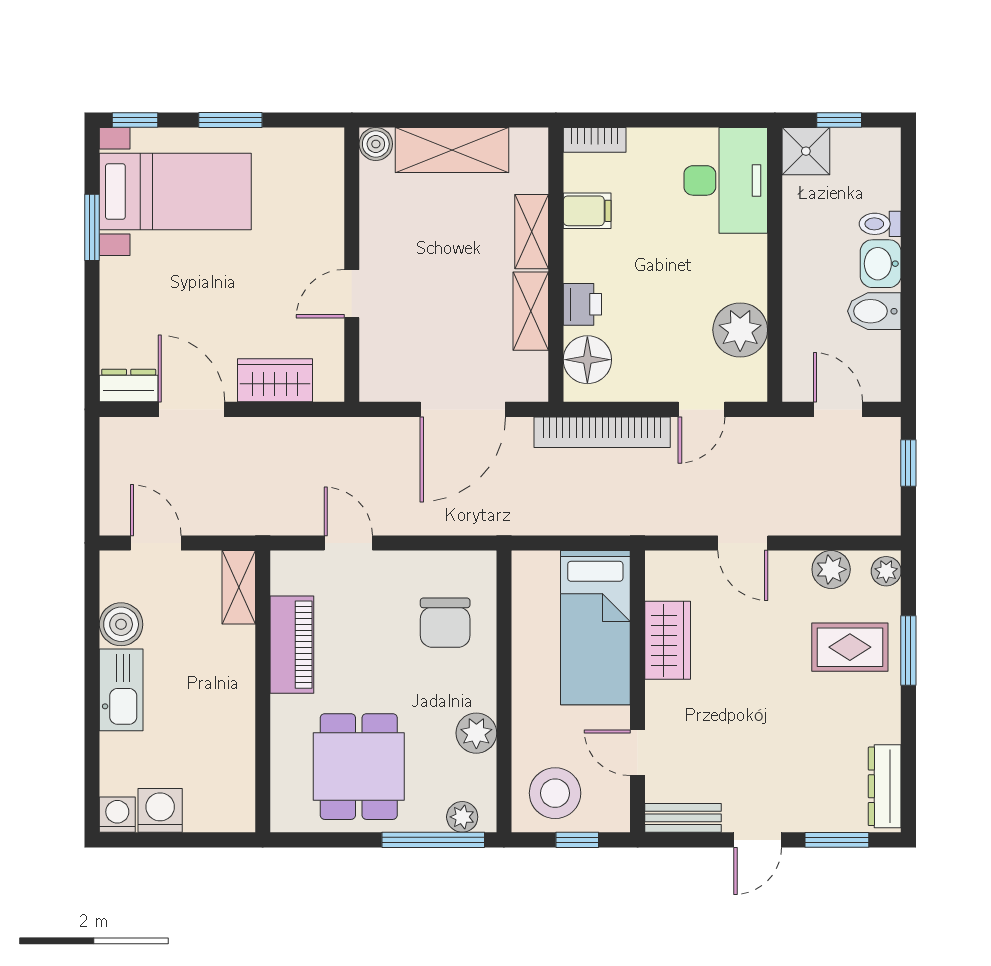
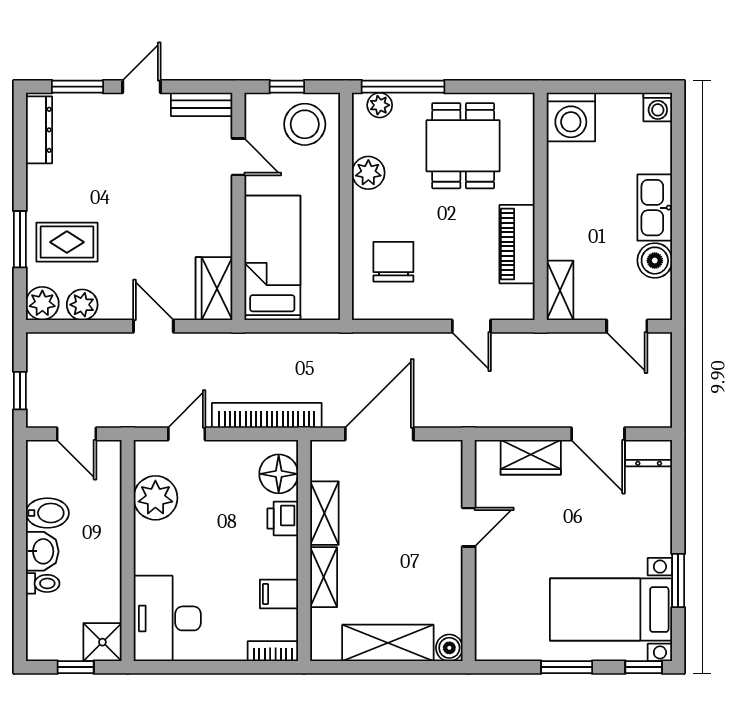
plant: (886, 571) -> (42, 303), width x1.38, depth x1.38
wardrobe: (668, 640) -> (214, 289), moved
washing machine: (160, 810) -> (571, 117), moved, width x1.37, depth x1.37

